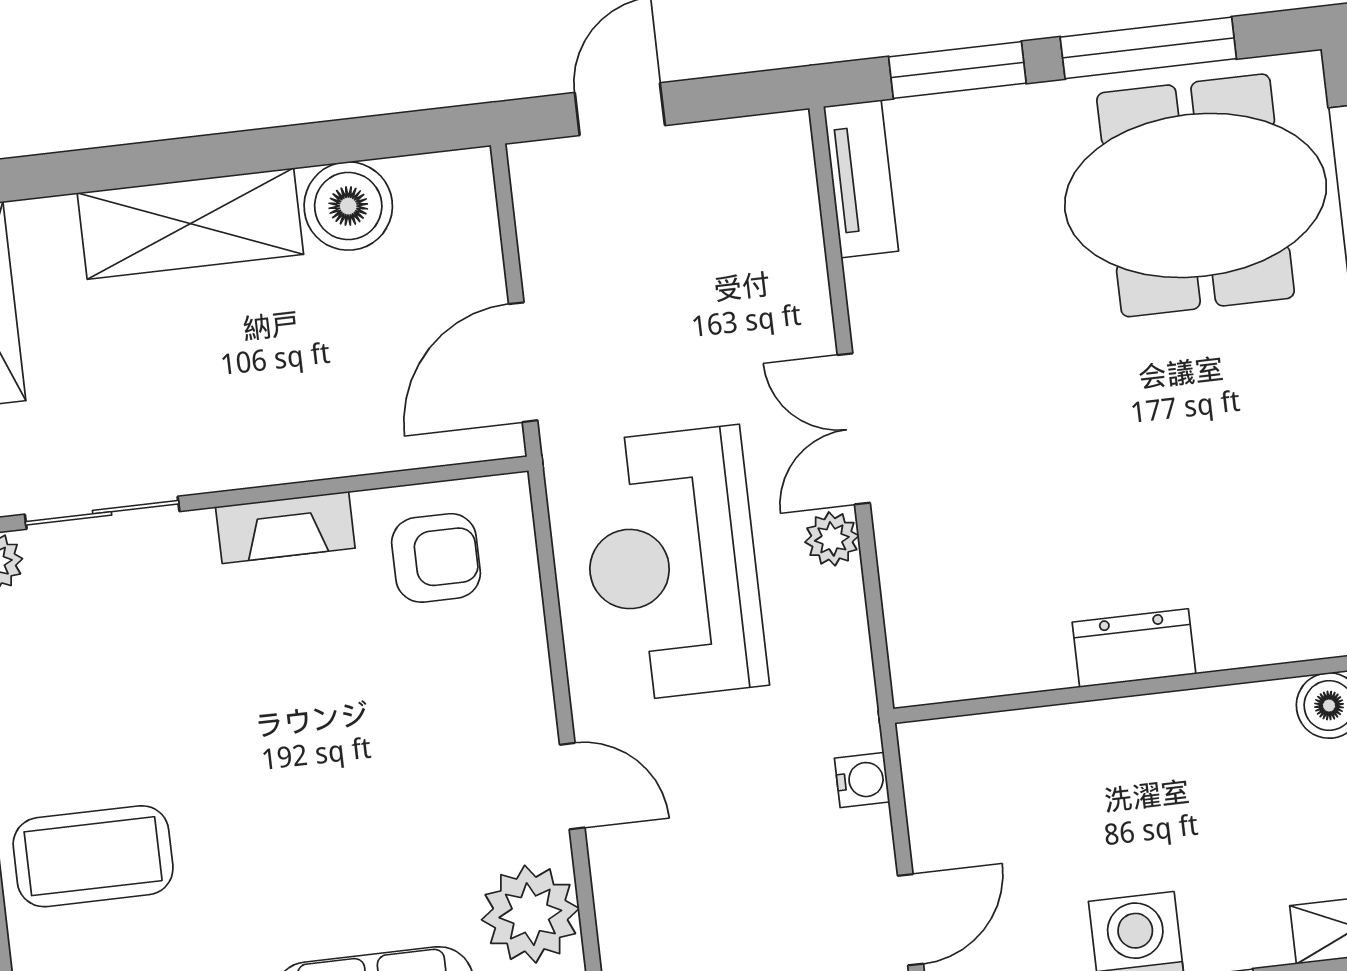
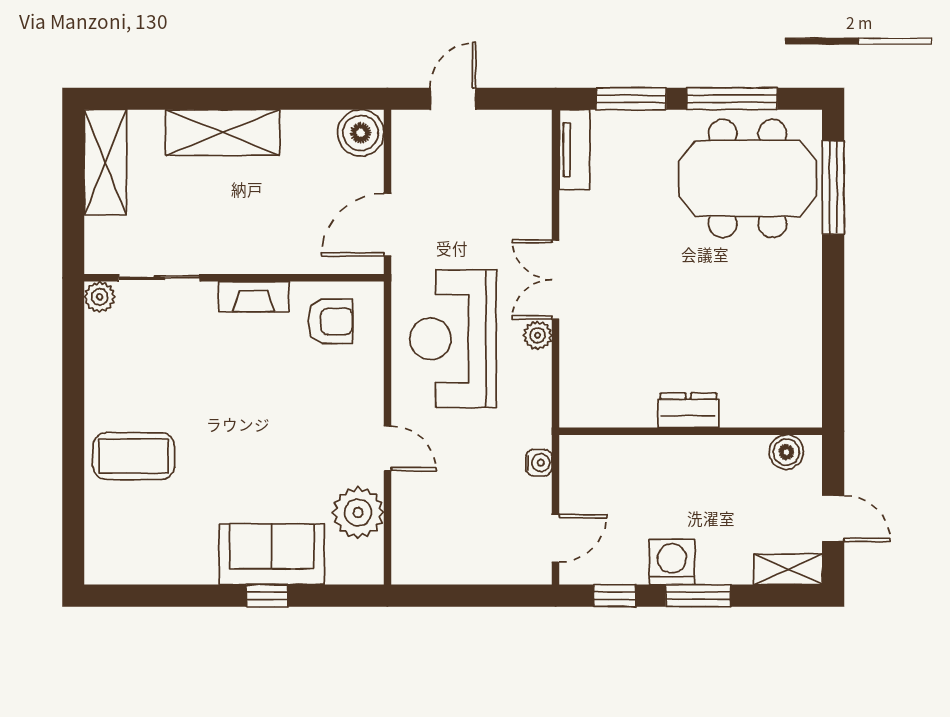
boiler: (348, 206) -> (361, 133), moved

